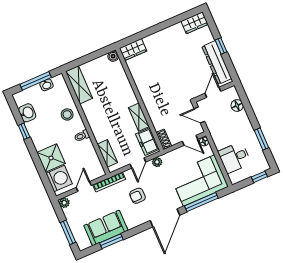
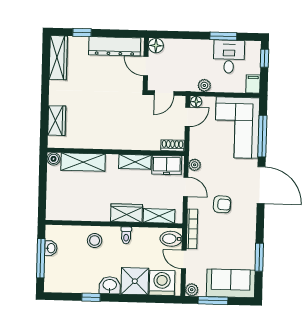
wardrobe: (195, 23) -> (58, 58), width x1.50
window: (221, 46) -> (82, 32), moved
wardrobe: (133, 50) -> (57, 121), moved
shelving: (79, 85) -> (83, 162), moved
floor lamp: (237, 106) -> (156, 46), moved
washbasin: (27, 113) -> (110, 285), moved
wardrobe: (98, 129) -> (127, 213), added
plant: (219, 142) -> (204, 85), added
desk: (234, 157) -> (229, 57), moved, turned 180
bidet: (95, 170) -> (171, 239), added
filing cabinet: (237, 177) -> (253, 84), added
armchair: (137, 196) -> (222, 204), turned -87
sofa: (106, 228) -> (231, 283), moved, turned 90
window: (68, 232) -> (213, 301), moved

